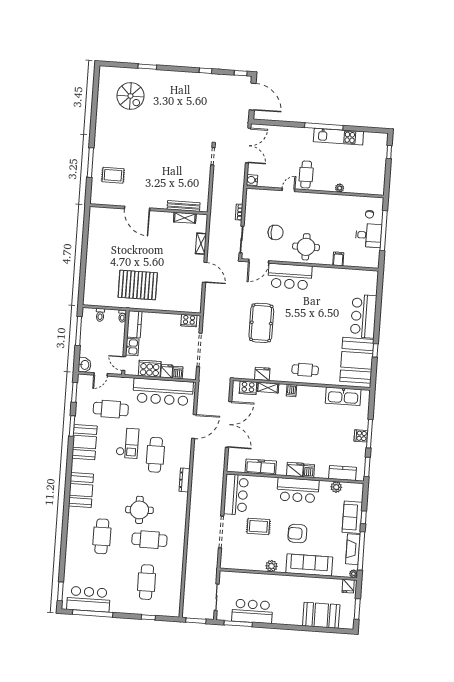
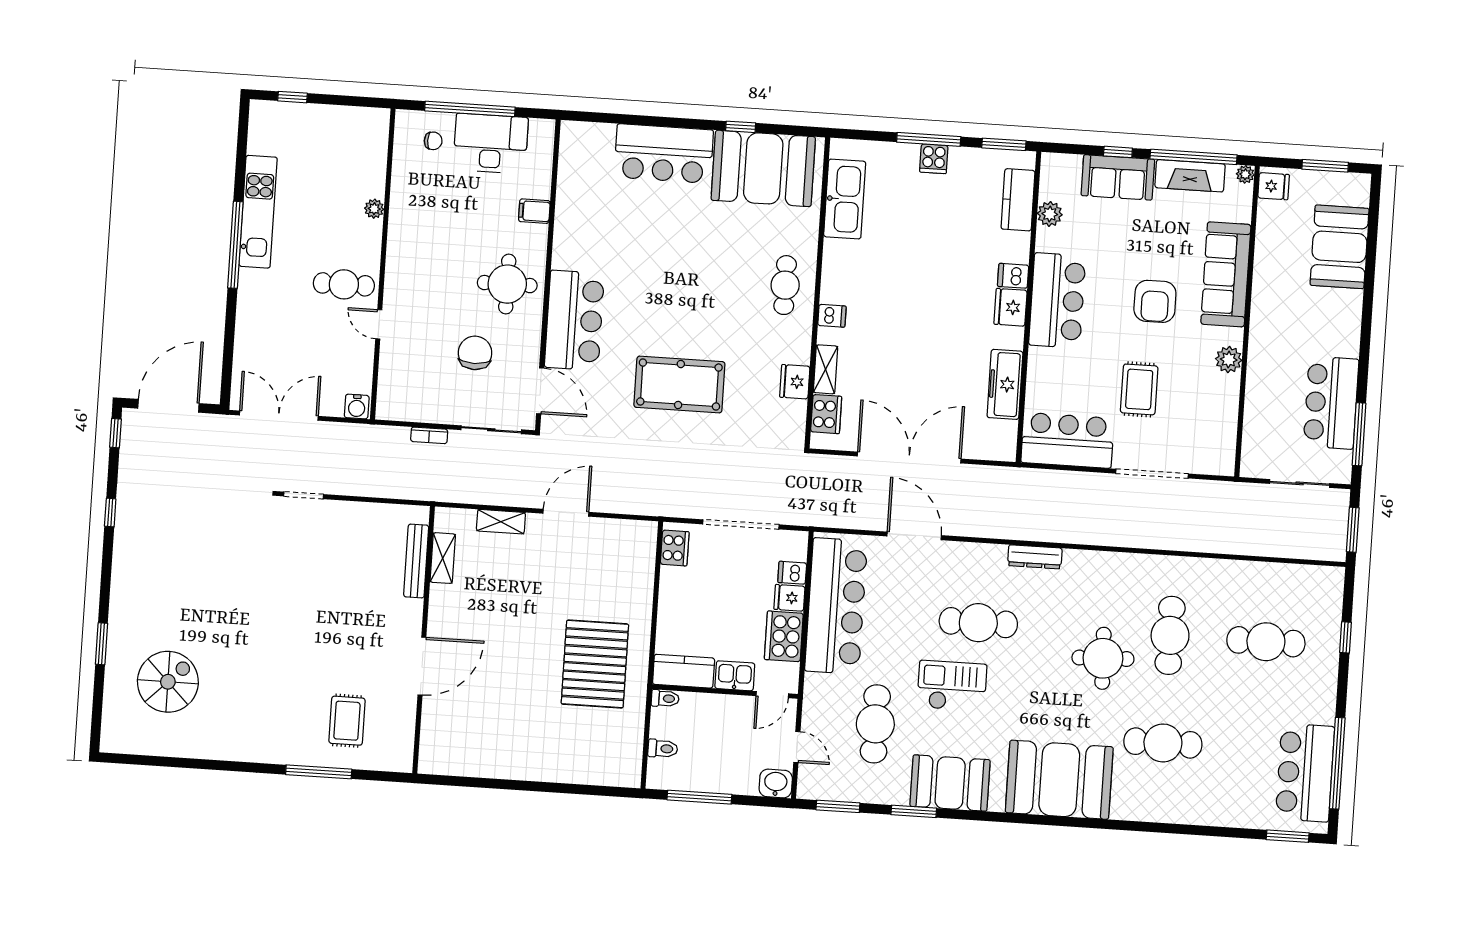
desk: (369, 235) -> (491, 144), width x1.37
booth: (81, 490) -> (1059, 780), width x1.36, depth x1.42

